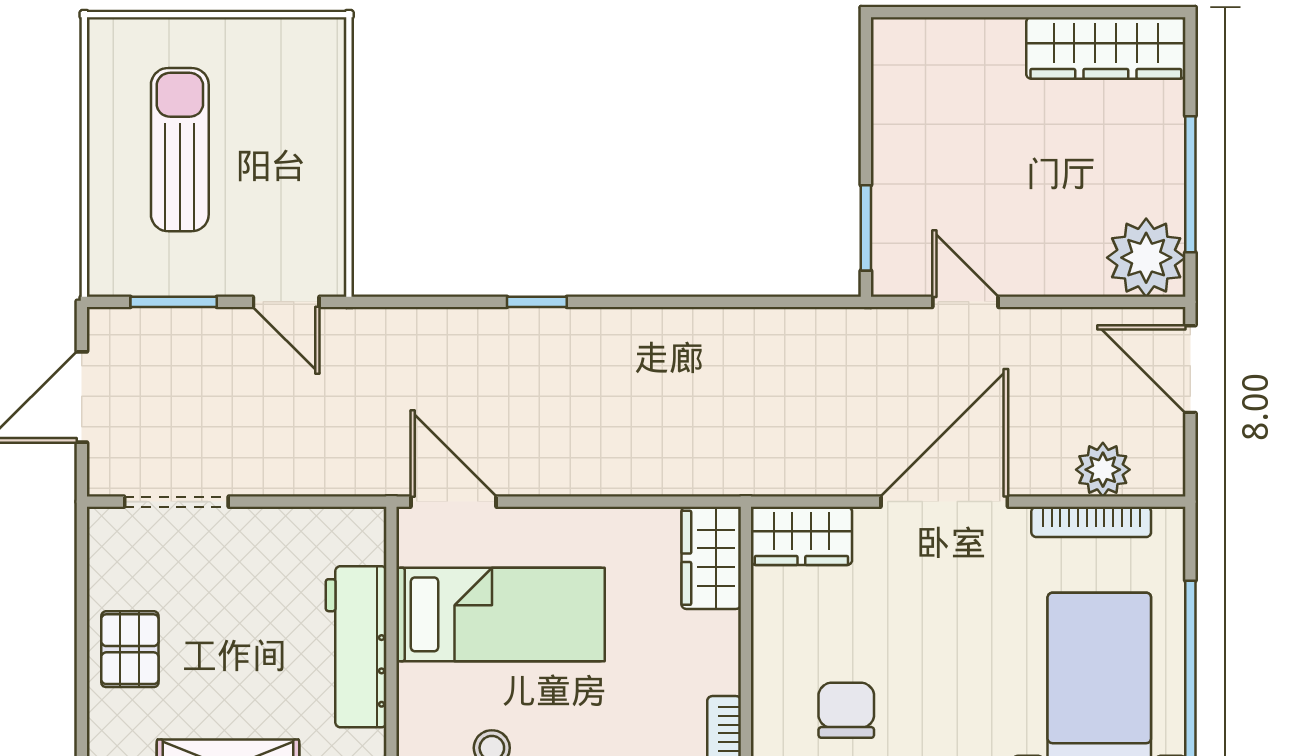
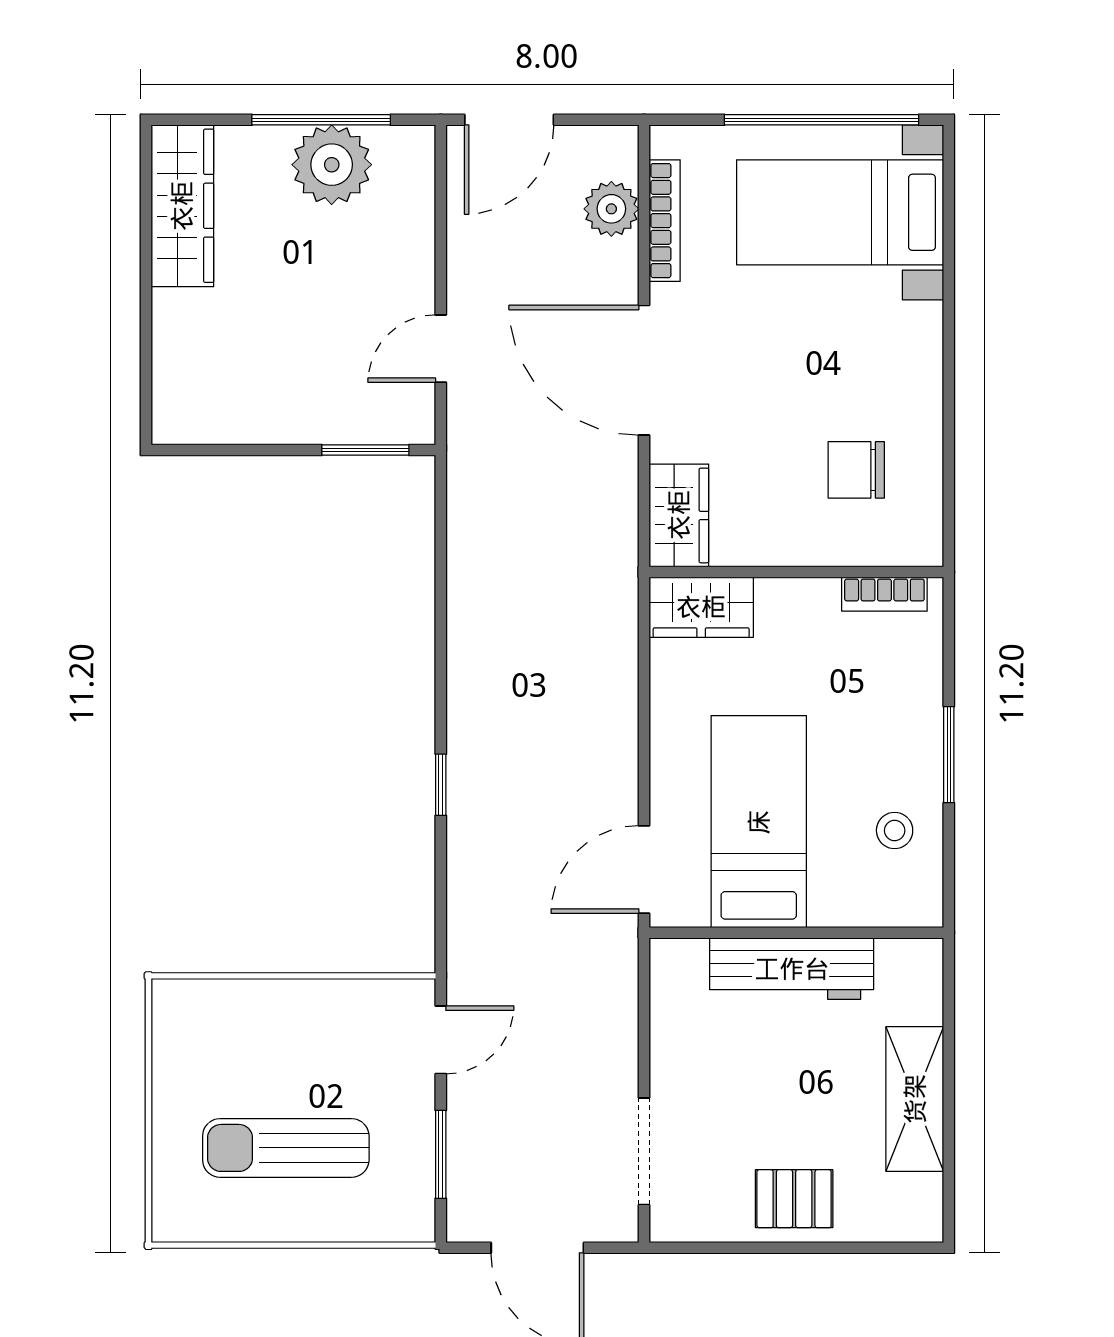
plant: (1146, 258) -> (332, 165), moved

